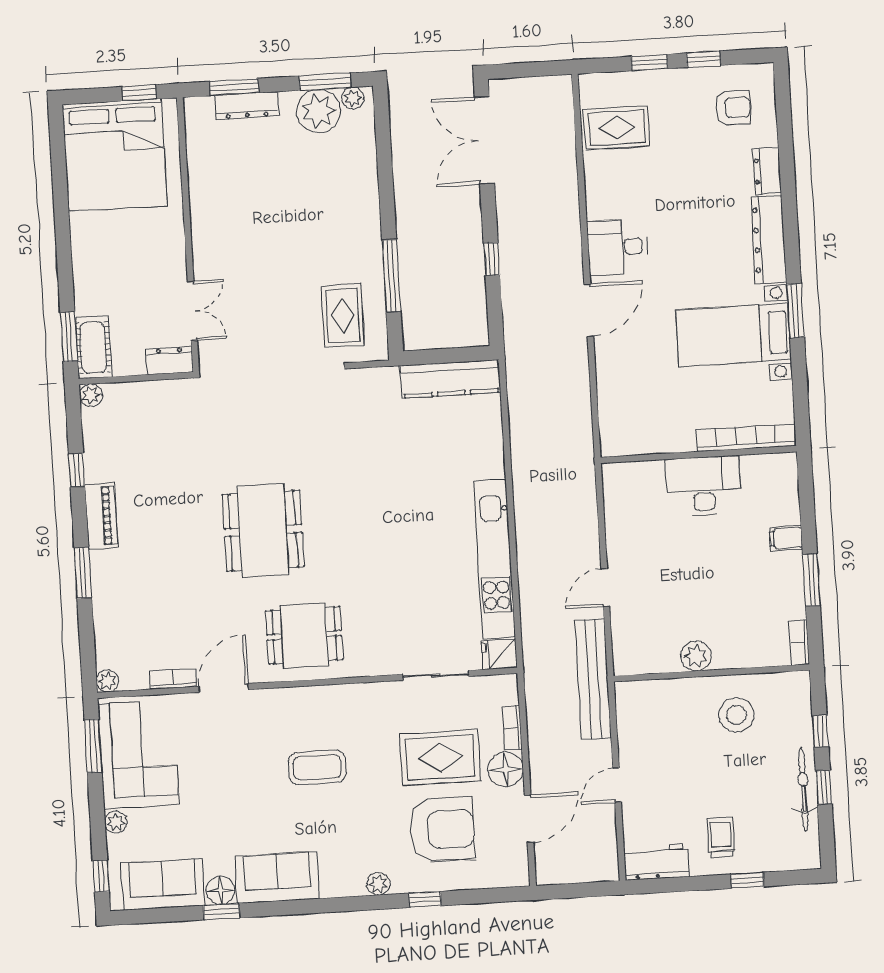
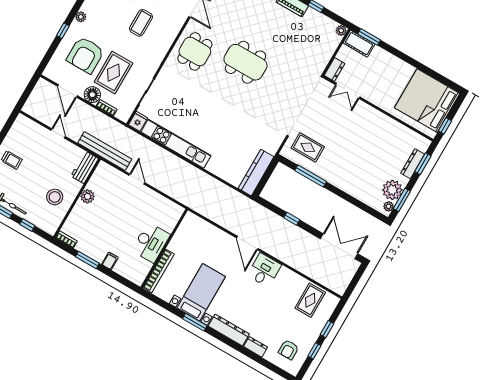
workbench: (656, 862) -> (85, 167), moved, turned 180

